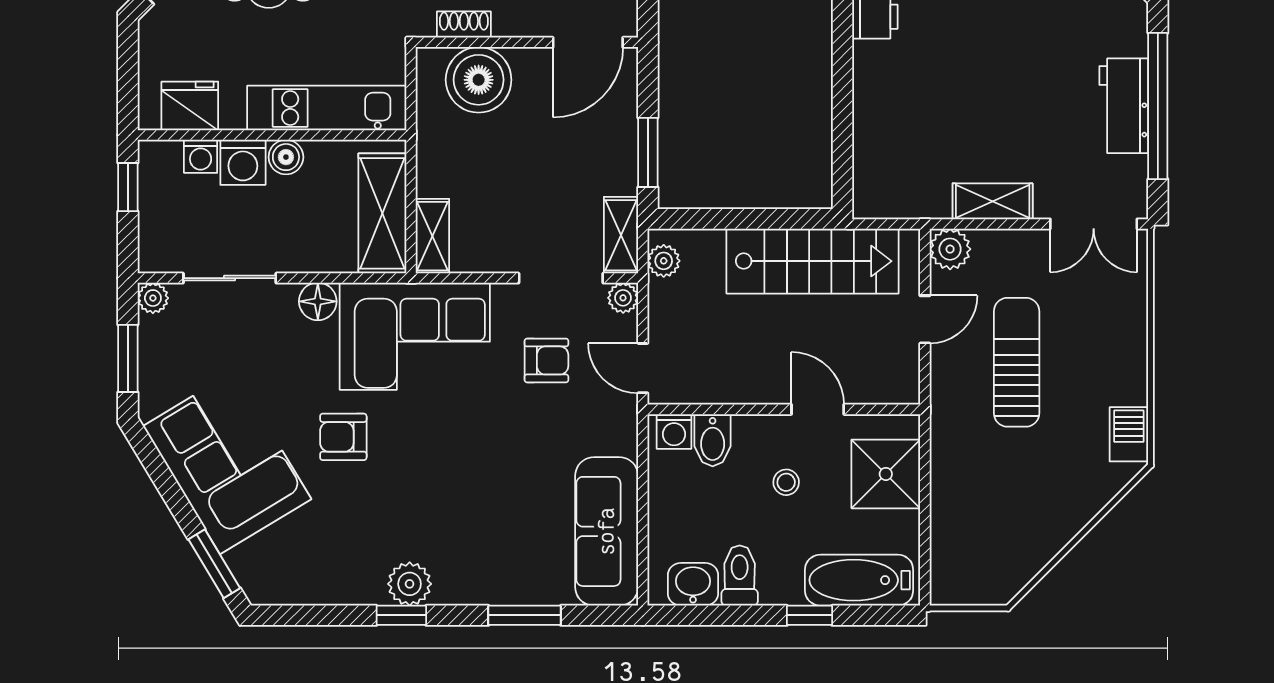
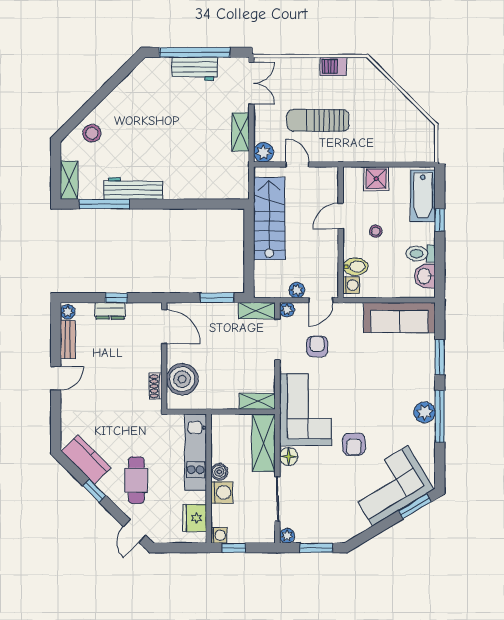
washing machine: (201, 156) -> (219, 535), moved
shelving: (382, 213) -> (264, 443), moved, turned 90
plant: (664, 261) -> (297, 290), moved
barbecue: (1129, 434) -> (333, 66), moved
corner sofa: (227, 463) -> (390, 486), moved
shower: (886, 474) -> (376, 179), width x0.73, depth x0.73
window: (401, 615) -> (440, 416), width x2.17

